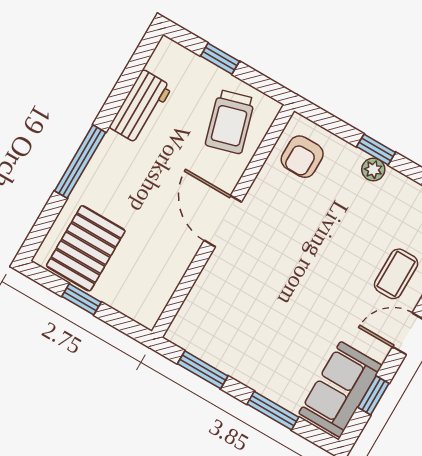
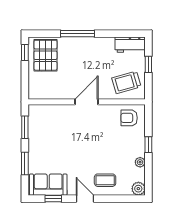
workbench: (141, 107) -> (130, 45), moved
plant: (373, 170) -> (140, 162), moved
pallet: (86, 248) -> (45, 55), turned 90
window: (82, 299) -> (25, 53), moved

